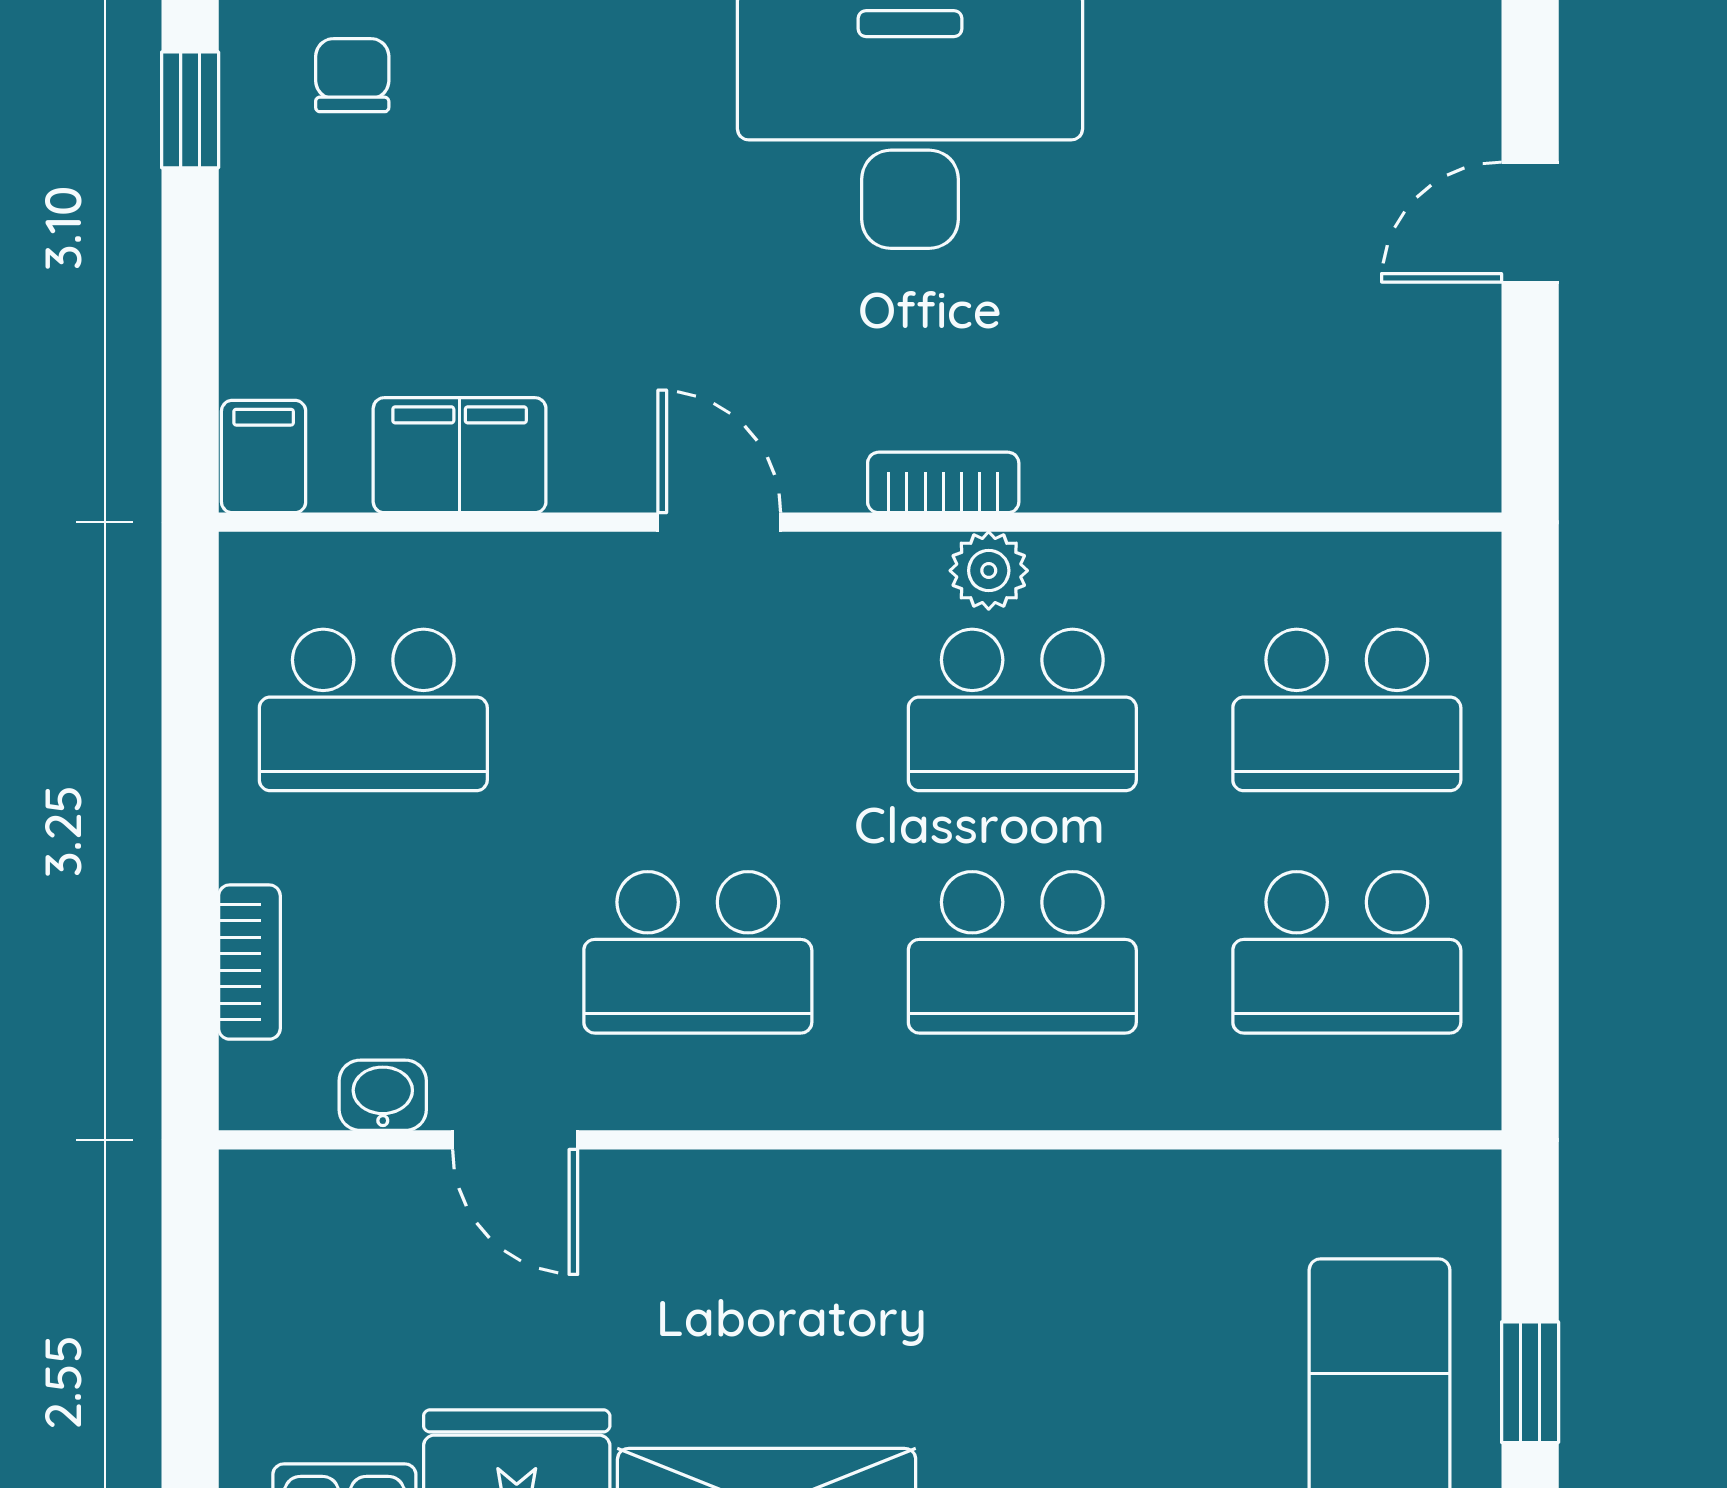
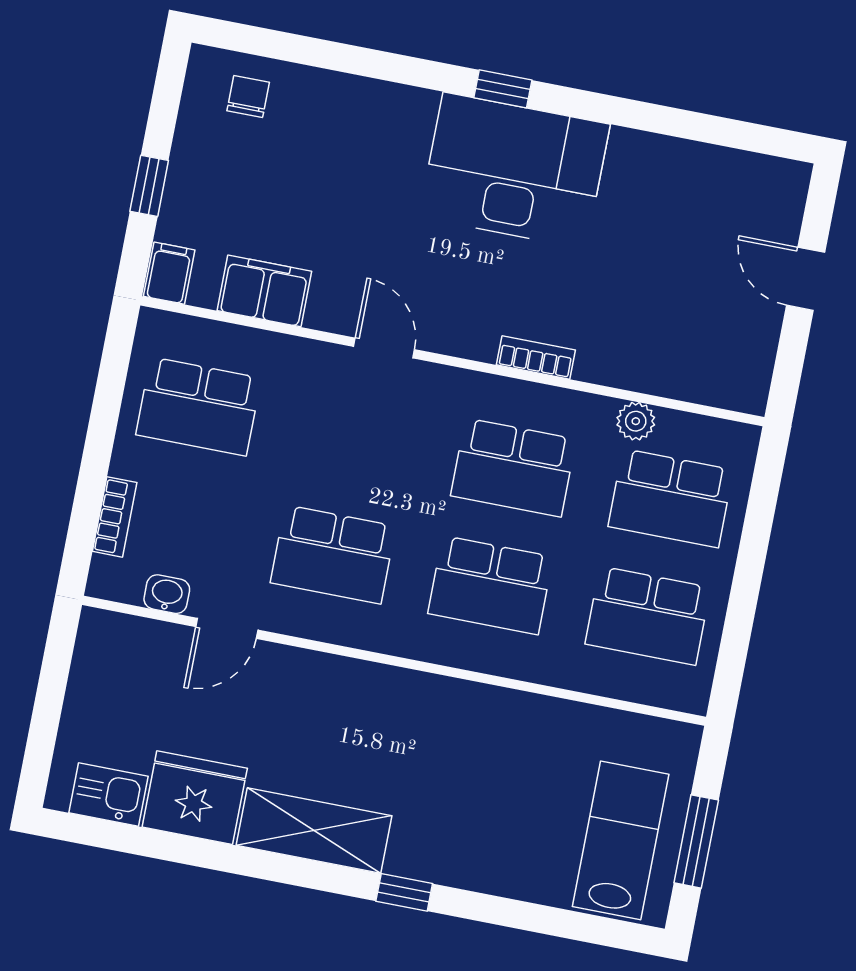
window: (190, 110) -> (149, 186), moved
door: (1530, 222) -> (806, 279), hinge flipped
bookcase: (943, 482) -> (536, 357), moved
plant: (989, 571) -> (636, 421), moved
door: (515, 1140) -> (227, 628), hinge flipped
window: (1530, 1382) -> (696, 841), width x1.50

